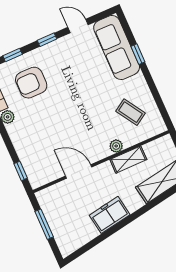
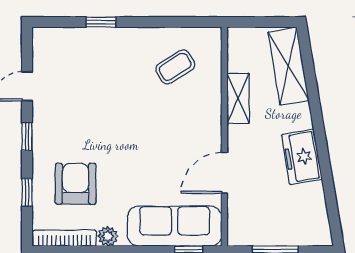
sofa: (117, 47) -> (175, 226), moved, turned 180
armchair: (31, 83) -> (76, 184), turned 180
plant: (116, 146) -> (212, 107), removed

